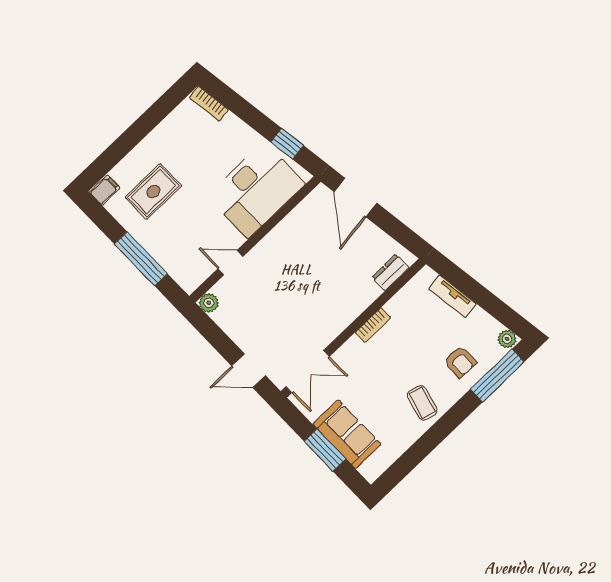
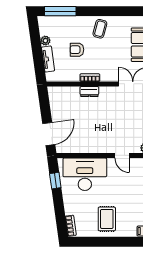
rug: (153, 191) -> (107, 219), moved, turned 90
dresser: (391, 272) -> (89, 92), moved
plant: (507, 339) -> (45, 41), moved
armchair: (460, 362) -> (77, 50), moved, turned -90

